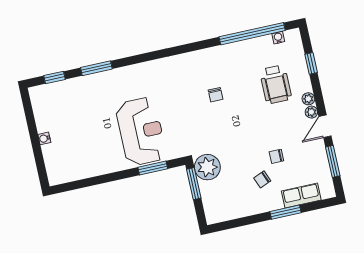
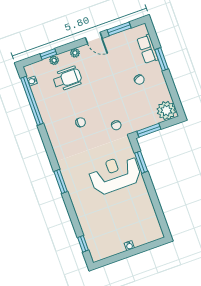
window: (96, 68) -> (61, 181), moved
plant: (311, 112) -> (54, 60), moved
chair: (276, 156) -> (116, 125), moved
plant: (207, 167) -> (166, 110), moved

